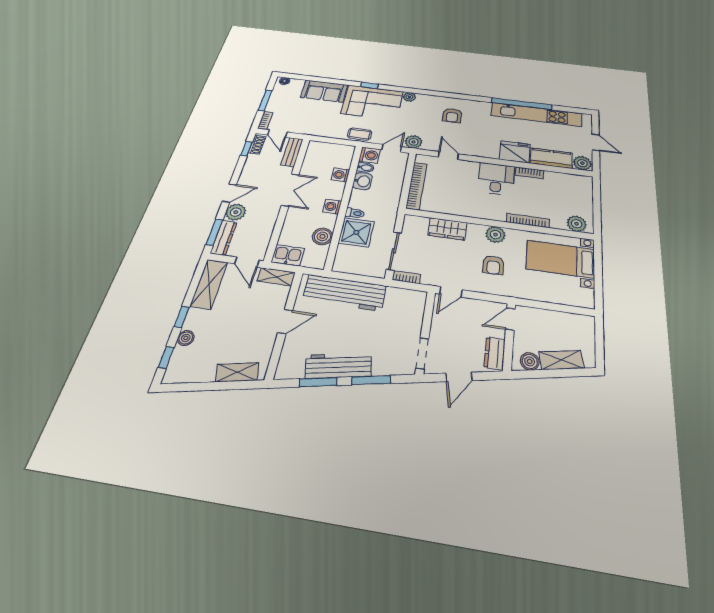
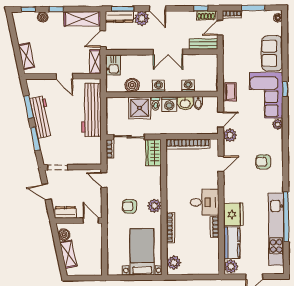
door: (392, 148) -> (221, 119), hinge flipped
washing machine: (370, 155) -> (169, 104), moved
wardrobe: (447, 229) -> (153, 152), moved

